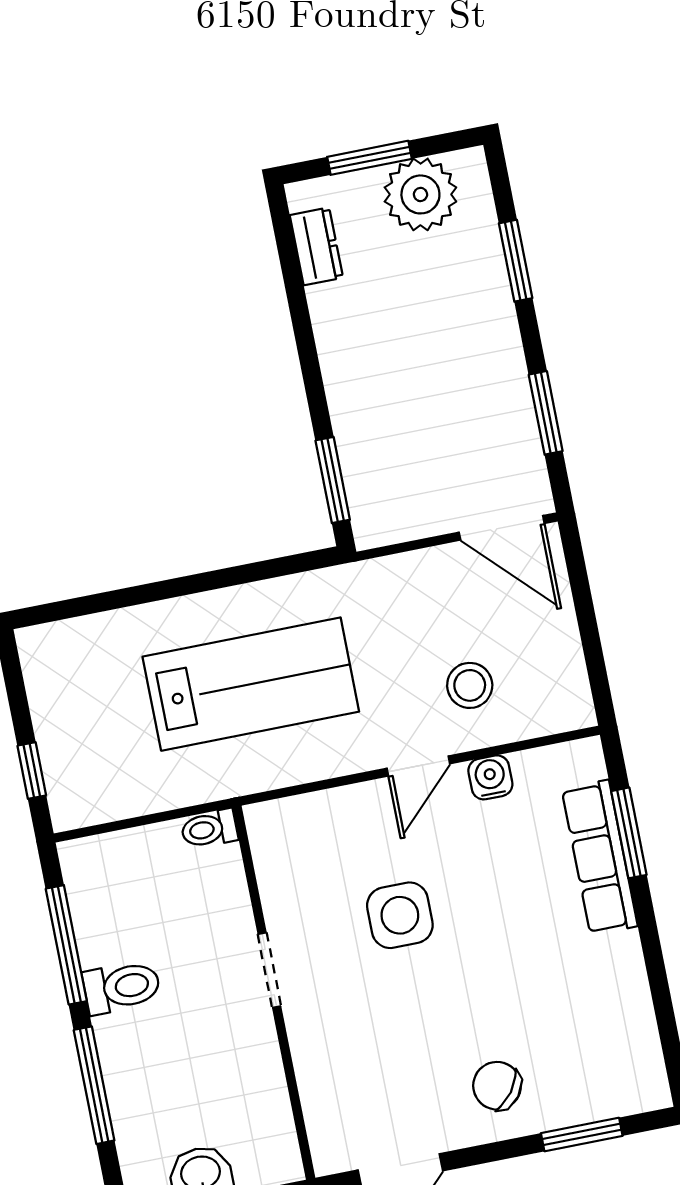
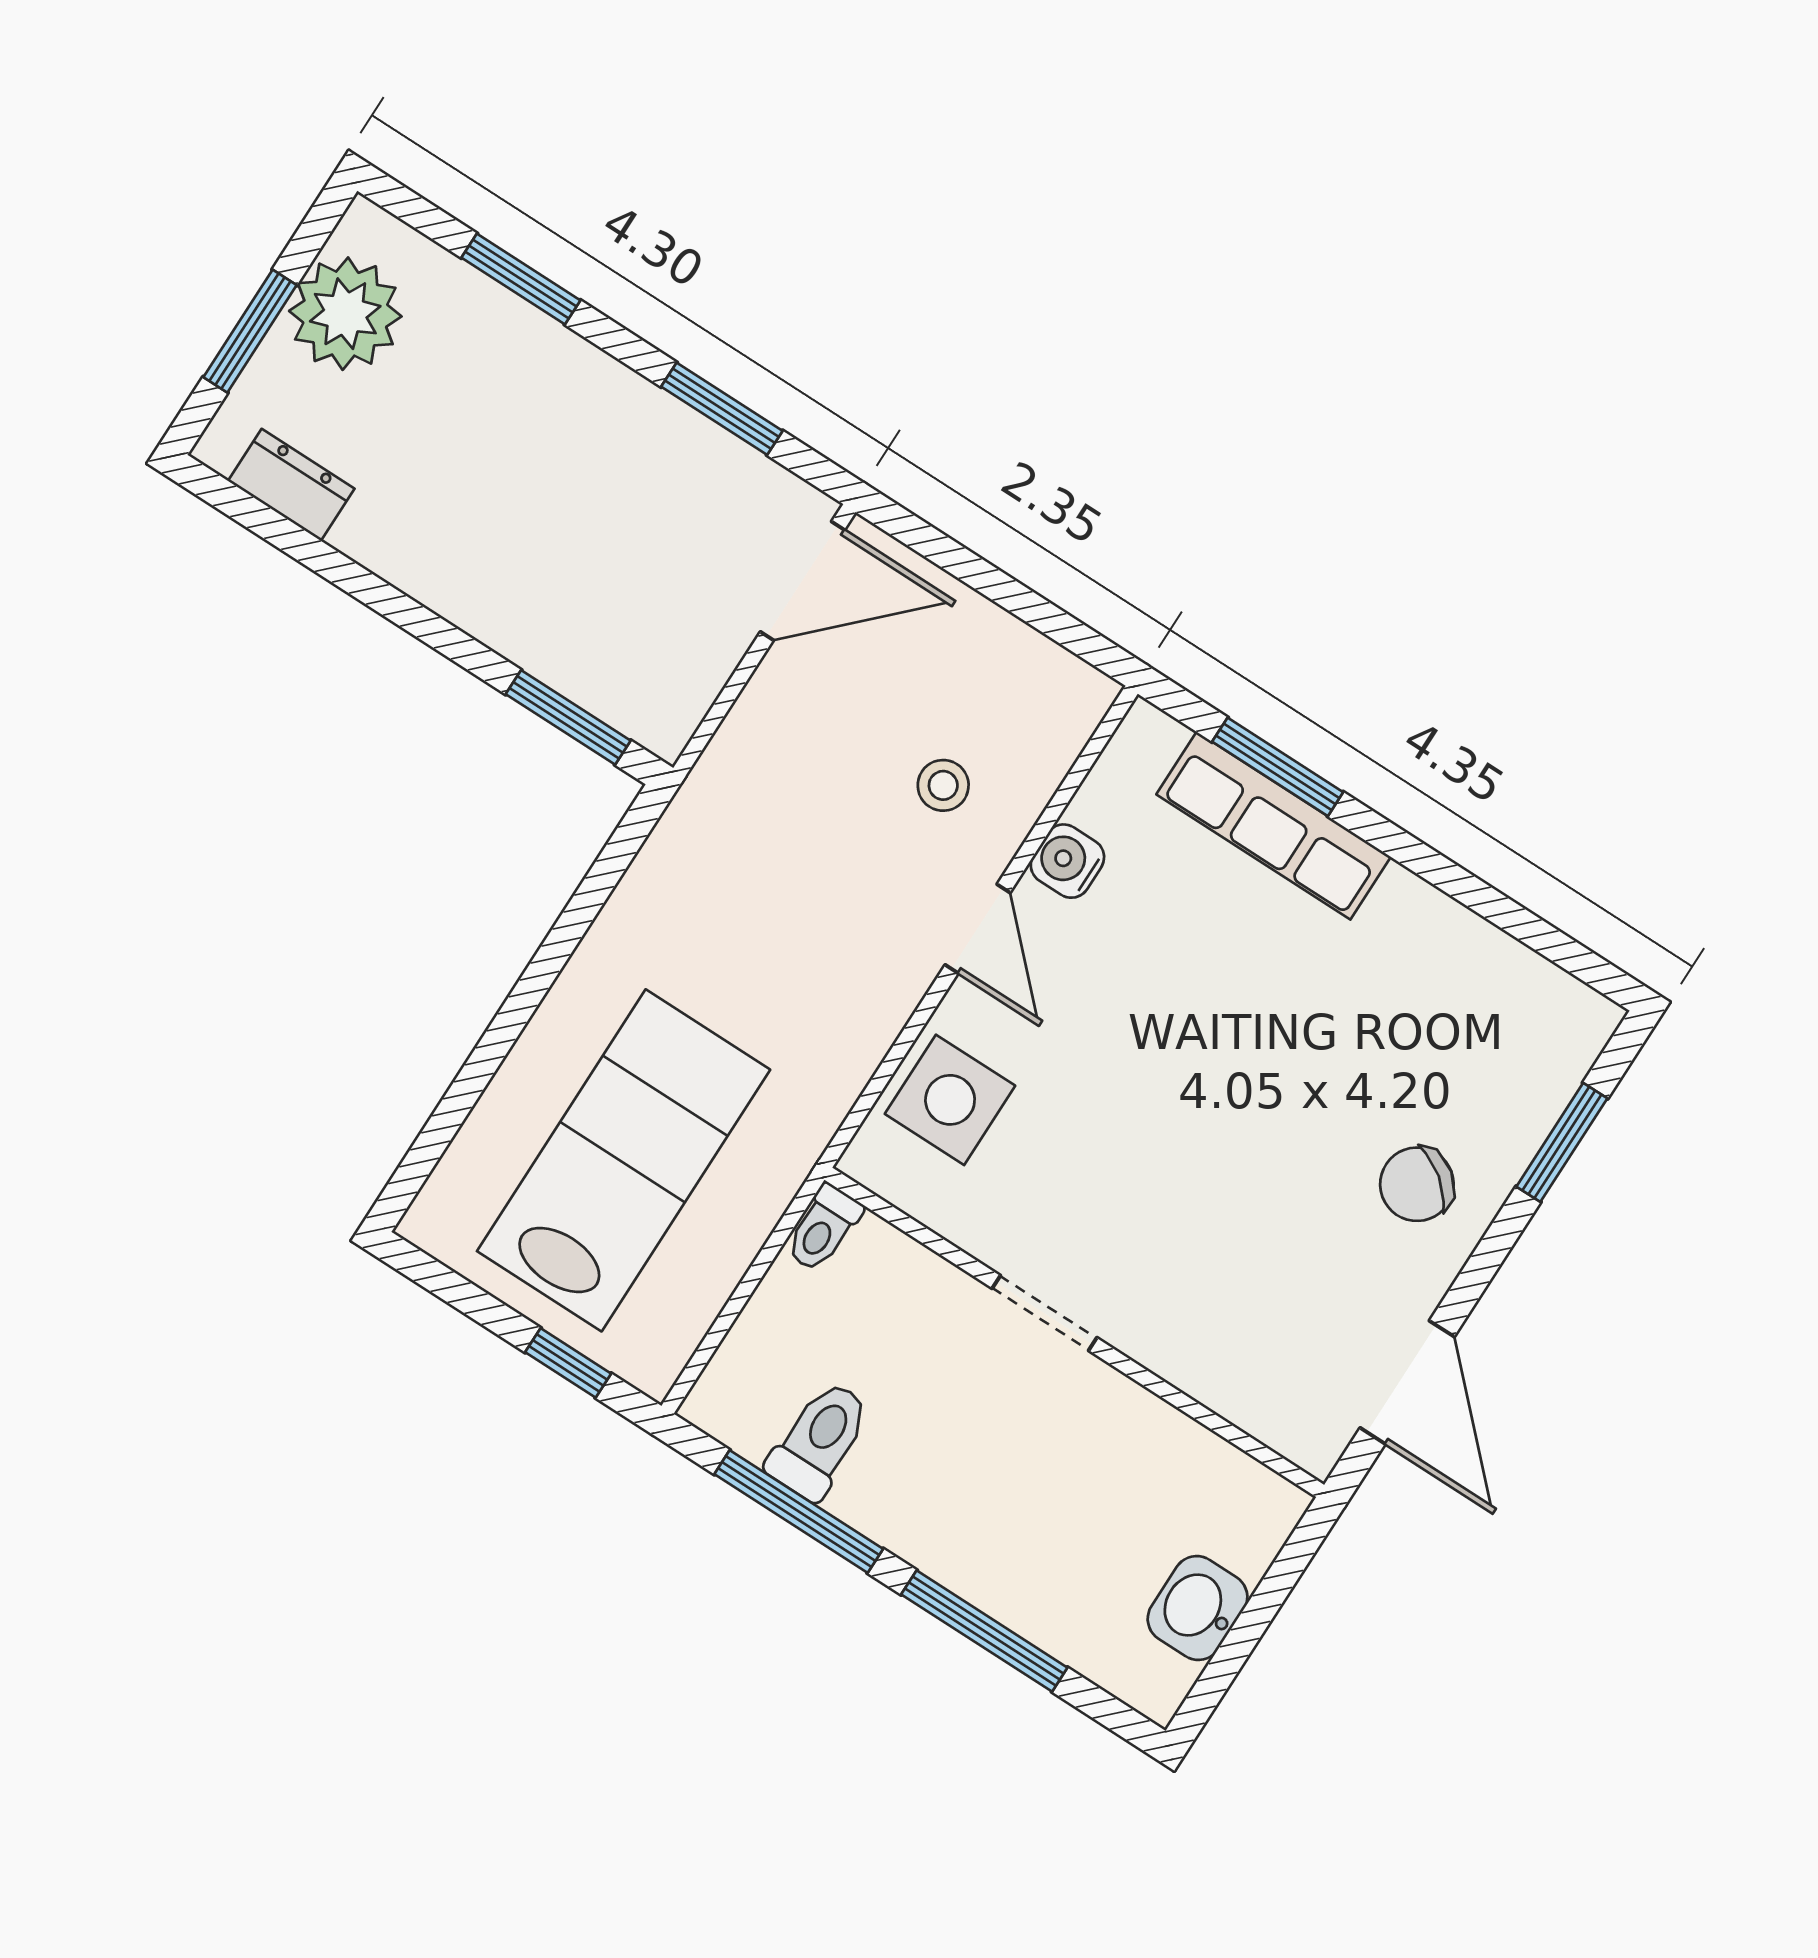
lab bench: (251, 684) -> (624, 1160), moved
stool: (470, 685) -> (943, 785), width x0.73, depth x0.73
side table: (400, 915) -> (950, 1100), moved
toilet: (122, 987) -> (820, 1440), moved

